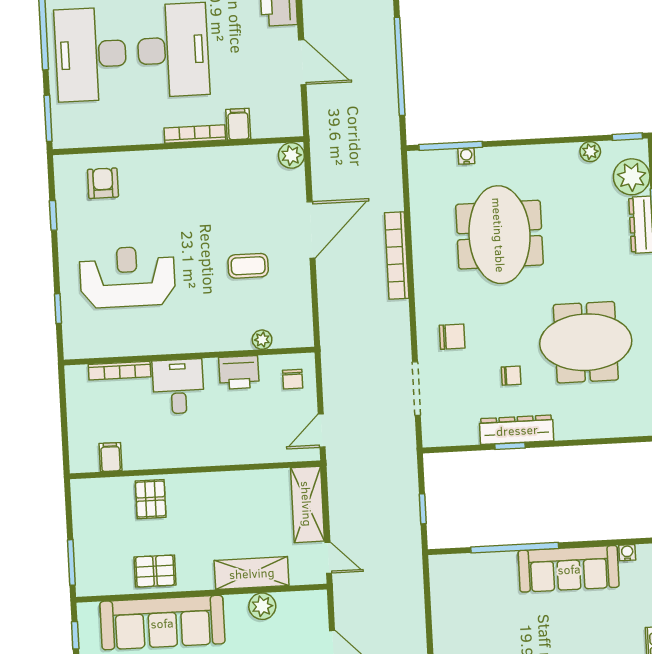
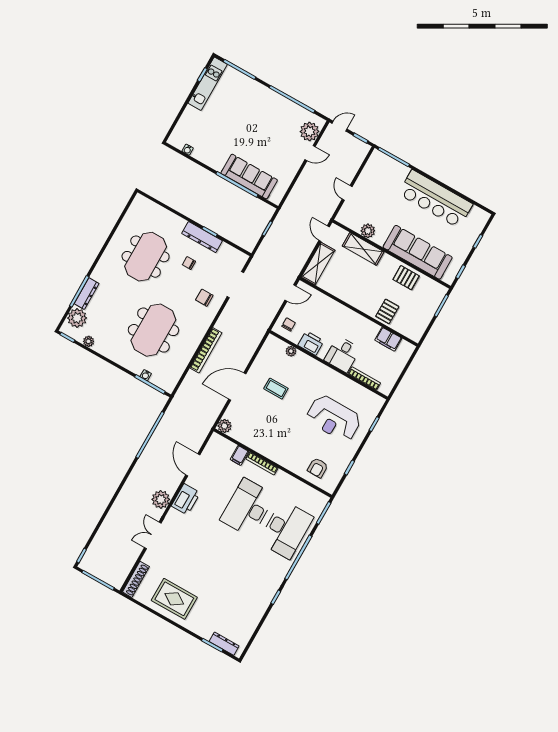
meeting table: (586, 342) -> (146, 257), turned 90
filing cabinet: (110, 457) -> (388, 339), width x2.00
sofa: (569, 569) -> (249, 177), moved

